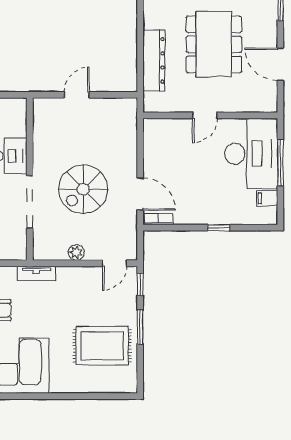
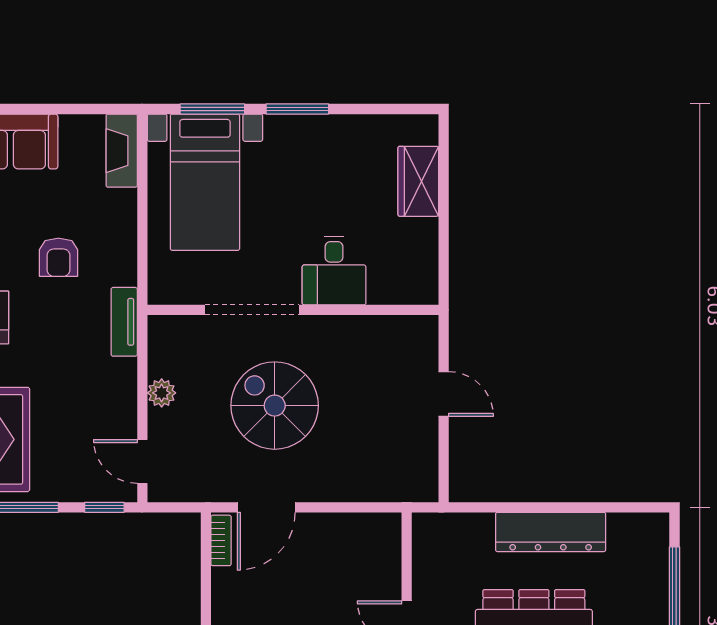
dresser: (154, 60) -> (551, 532), moved

